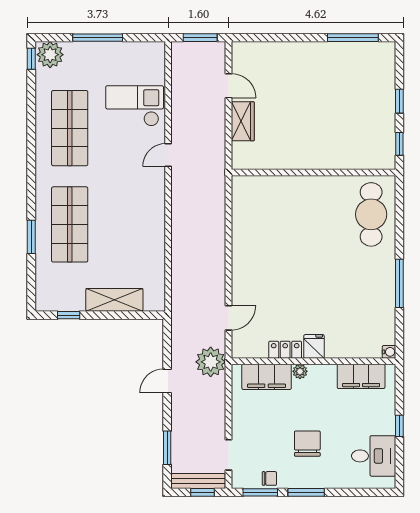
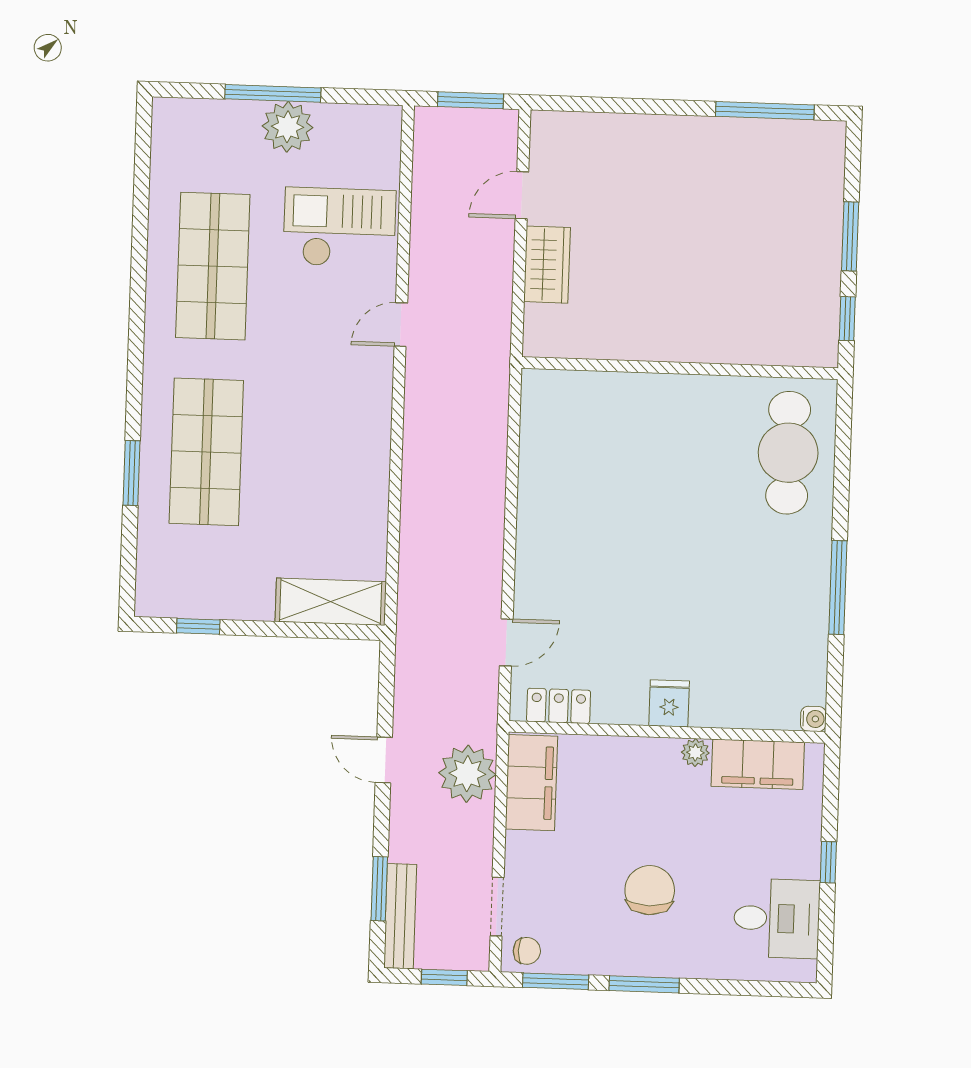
plant: (50, 55) -> (288, 127), moved
window: (31, 59) -> (143, 130), removed
door: (229, 86) -> (522, 195), swing flipped
window: (399, 101) -> (850, 236), width x1.50
shelving: (114, 300) -> (331, 602), moved
locker: (285, 350) -> (559, 706), moved
plant: (211, 362) -> (467, 774), moved
plant: (300, 371) -> (695, 753), moved
filing cabinet: (267, 377) -> (531, 783), moved, turned -90
door: (167, 381) -> (384, 760), hinge flipped
chair: (269, 478) -> (527, 951), moved
bench: (198, 481) -> (400, 916), moved, turned 90

